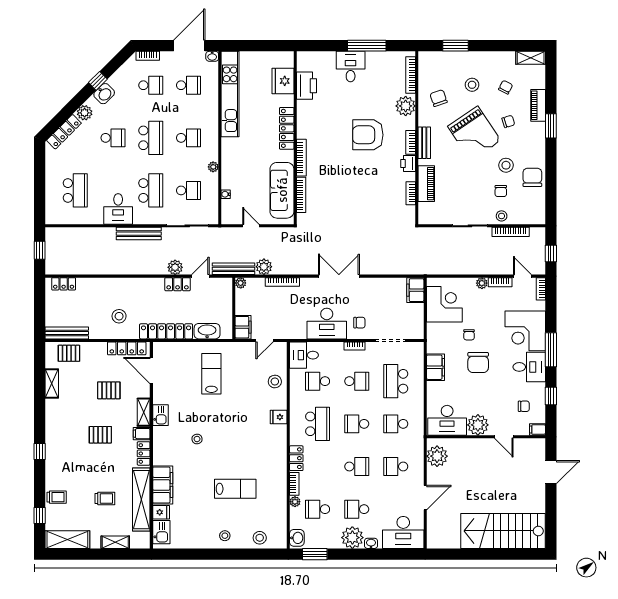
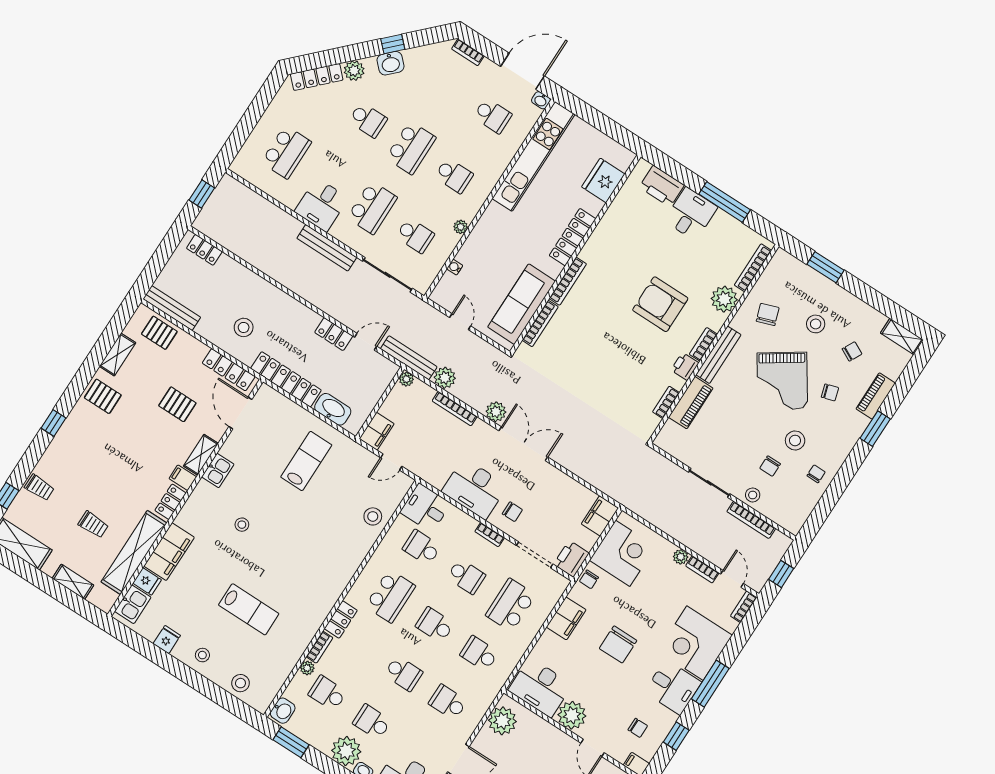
school desk: (151, 85) -> (450, 88), removed
printer: (306, 86) -> (662, 186), moved, turned 90
bench: (424, 143) -> (718, 355), width x1.36
chair: (532, 177) -> (816, 474), width x0.54, depth x0.54
plant: (175, 267) -> (496, 412), moved
printer: (415, 328) -> (571, 559), added
chair: (469, 335) -> (589, 579), moved
fridge: (279, 417) -> (167, 640), moved, turned 90
pallet: (100, 435) -> (103, 396), moved

